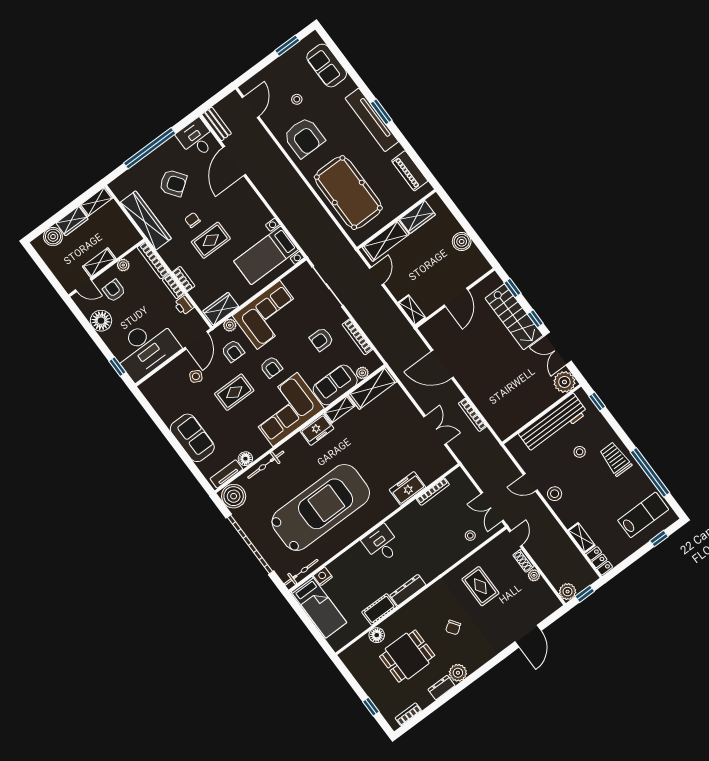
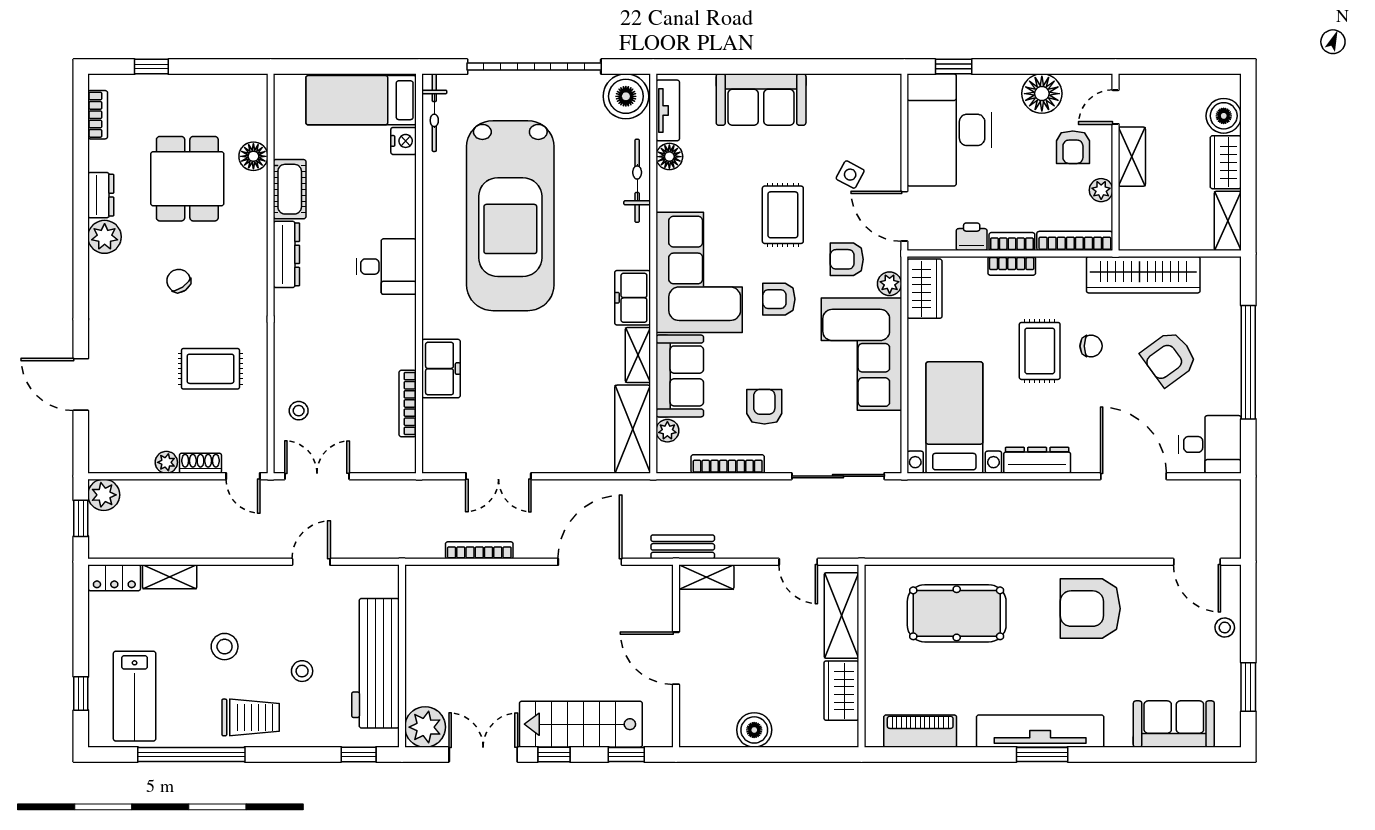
stool: (297, 99) -> (1225, 628), moved
bench: (217, 124) -> (683, 547), moved
pool table: (348, 193) -> (957, 613), width x0.73, depth x0.76
dresser: (258, 207) -> (1037, 460), added
armchair: (114, 291) -> (1073, 147), turned 90
stool: (555, 494) -> (225, 647), moved

